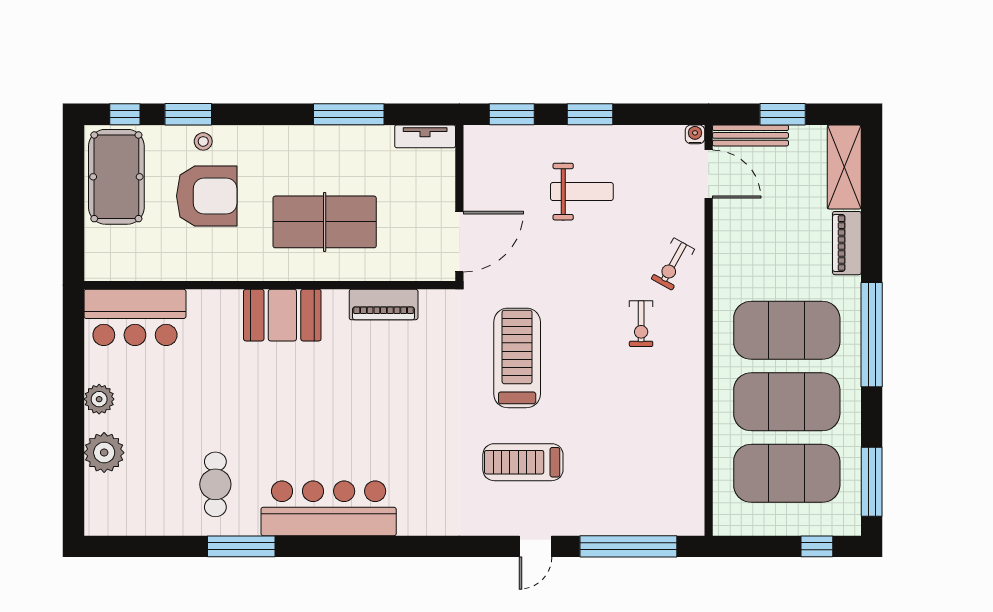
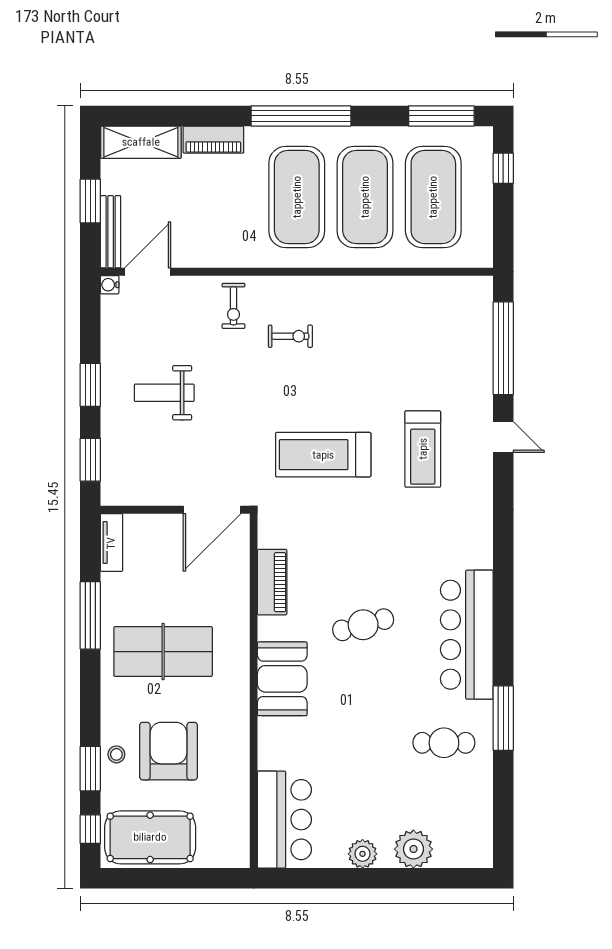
weight bench: (582, 192) -> (164, 393), turned -90
table tennis table: (325, 222) -> (163, 652), moved, turned 90
door: (459, 242) -> (212, 510), swing flipped
exercise bike: (673, 264) -> (233, 306), turned 61
cafe table: (339, 400) -> (363, 625), added

